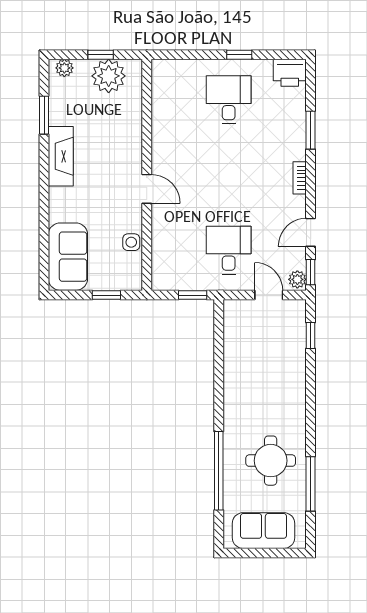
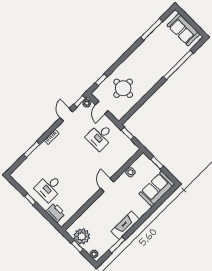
printer: (290, 73) -> (56, 212), moved
door: (311, 232) -> (66, 115), swing flipped
round table: (271, 461) -> (123, 88), moved

